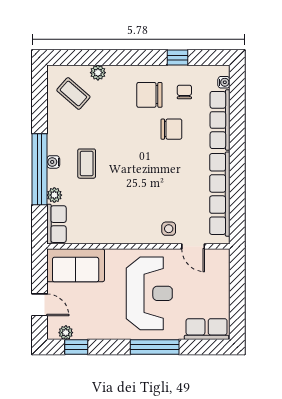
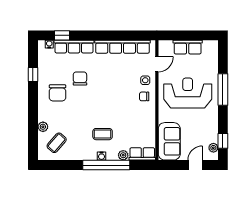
chair: (184, 92) -> (144, 96), moved
window: (237, 102) -> (62, 35), added
row of seats: (207, 329) -> (188, 47), moved, turned -90

